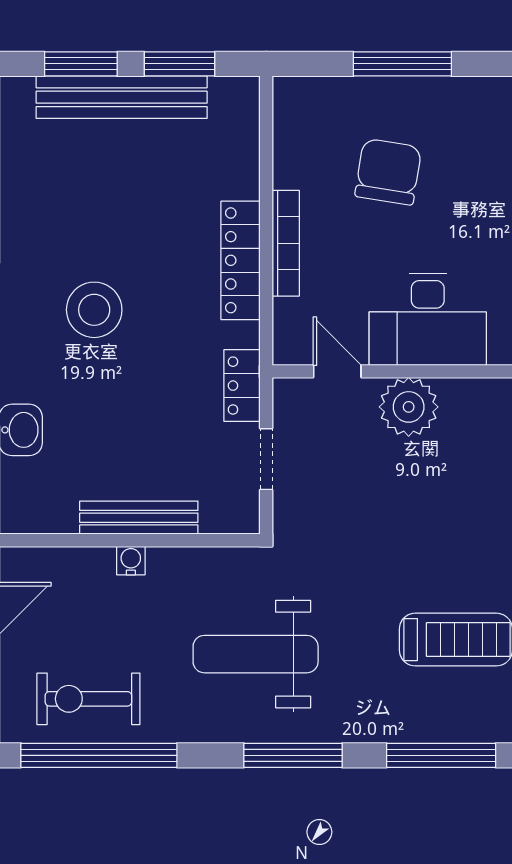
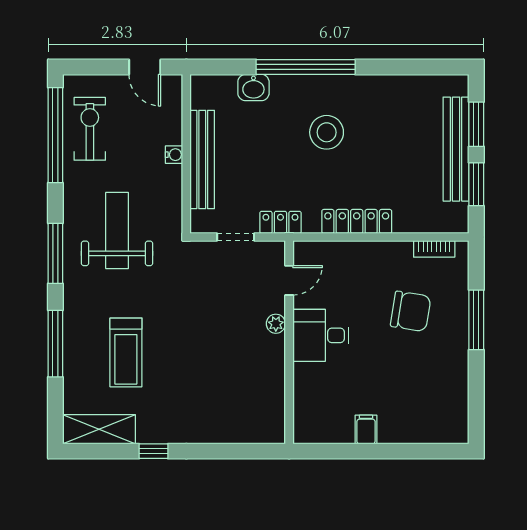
bookcase: (286, 243) -> (434, 249), moved, width x0.64
desk: (428, 319) -> (321, 335), width x0.73
plant: (409, 407) -> (276, 324), width x0.53, depth x0.53
bench: (139, 518) -> (202, 159), width x1.37, depth x1.21

